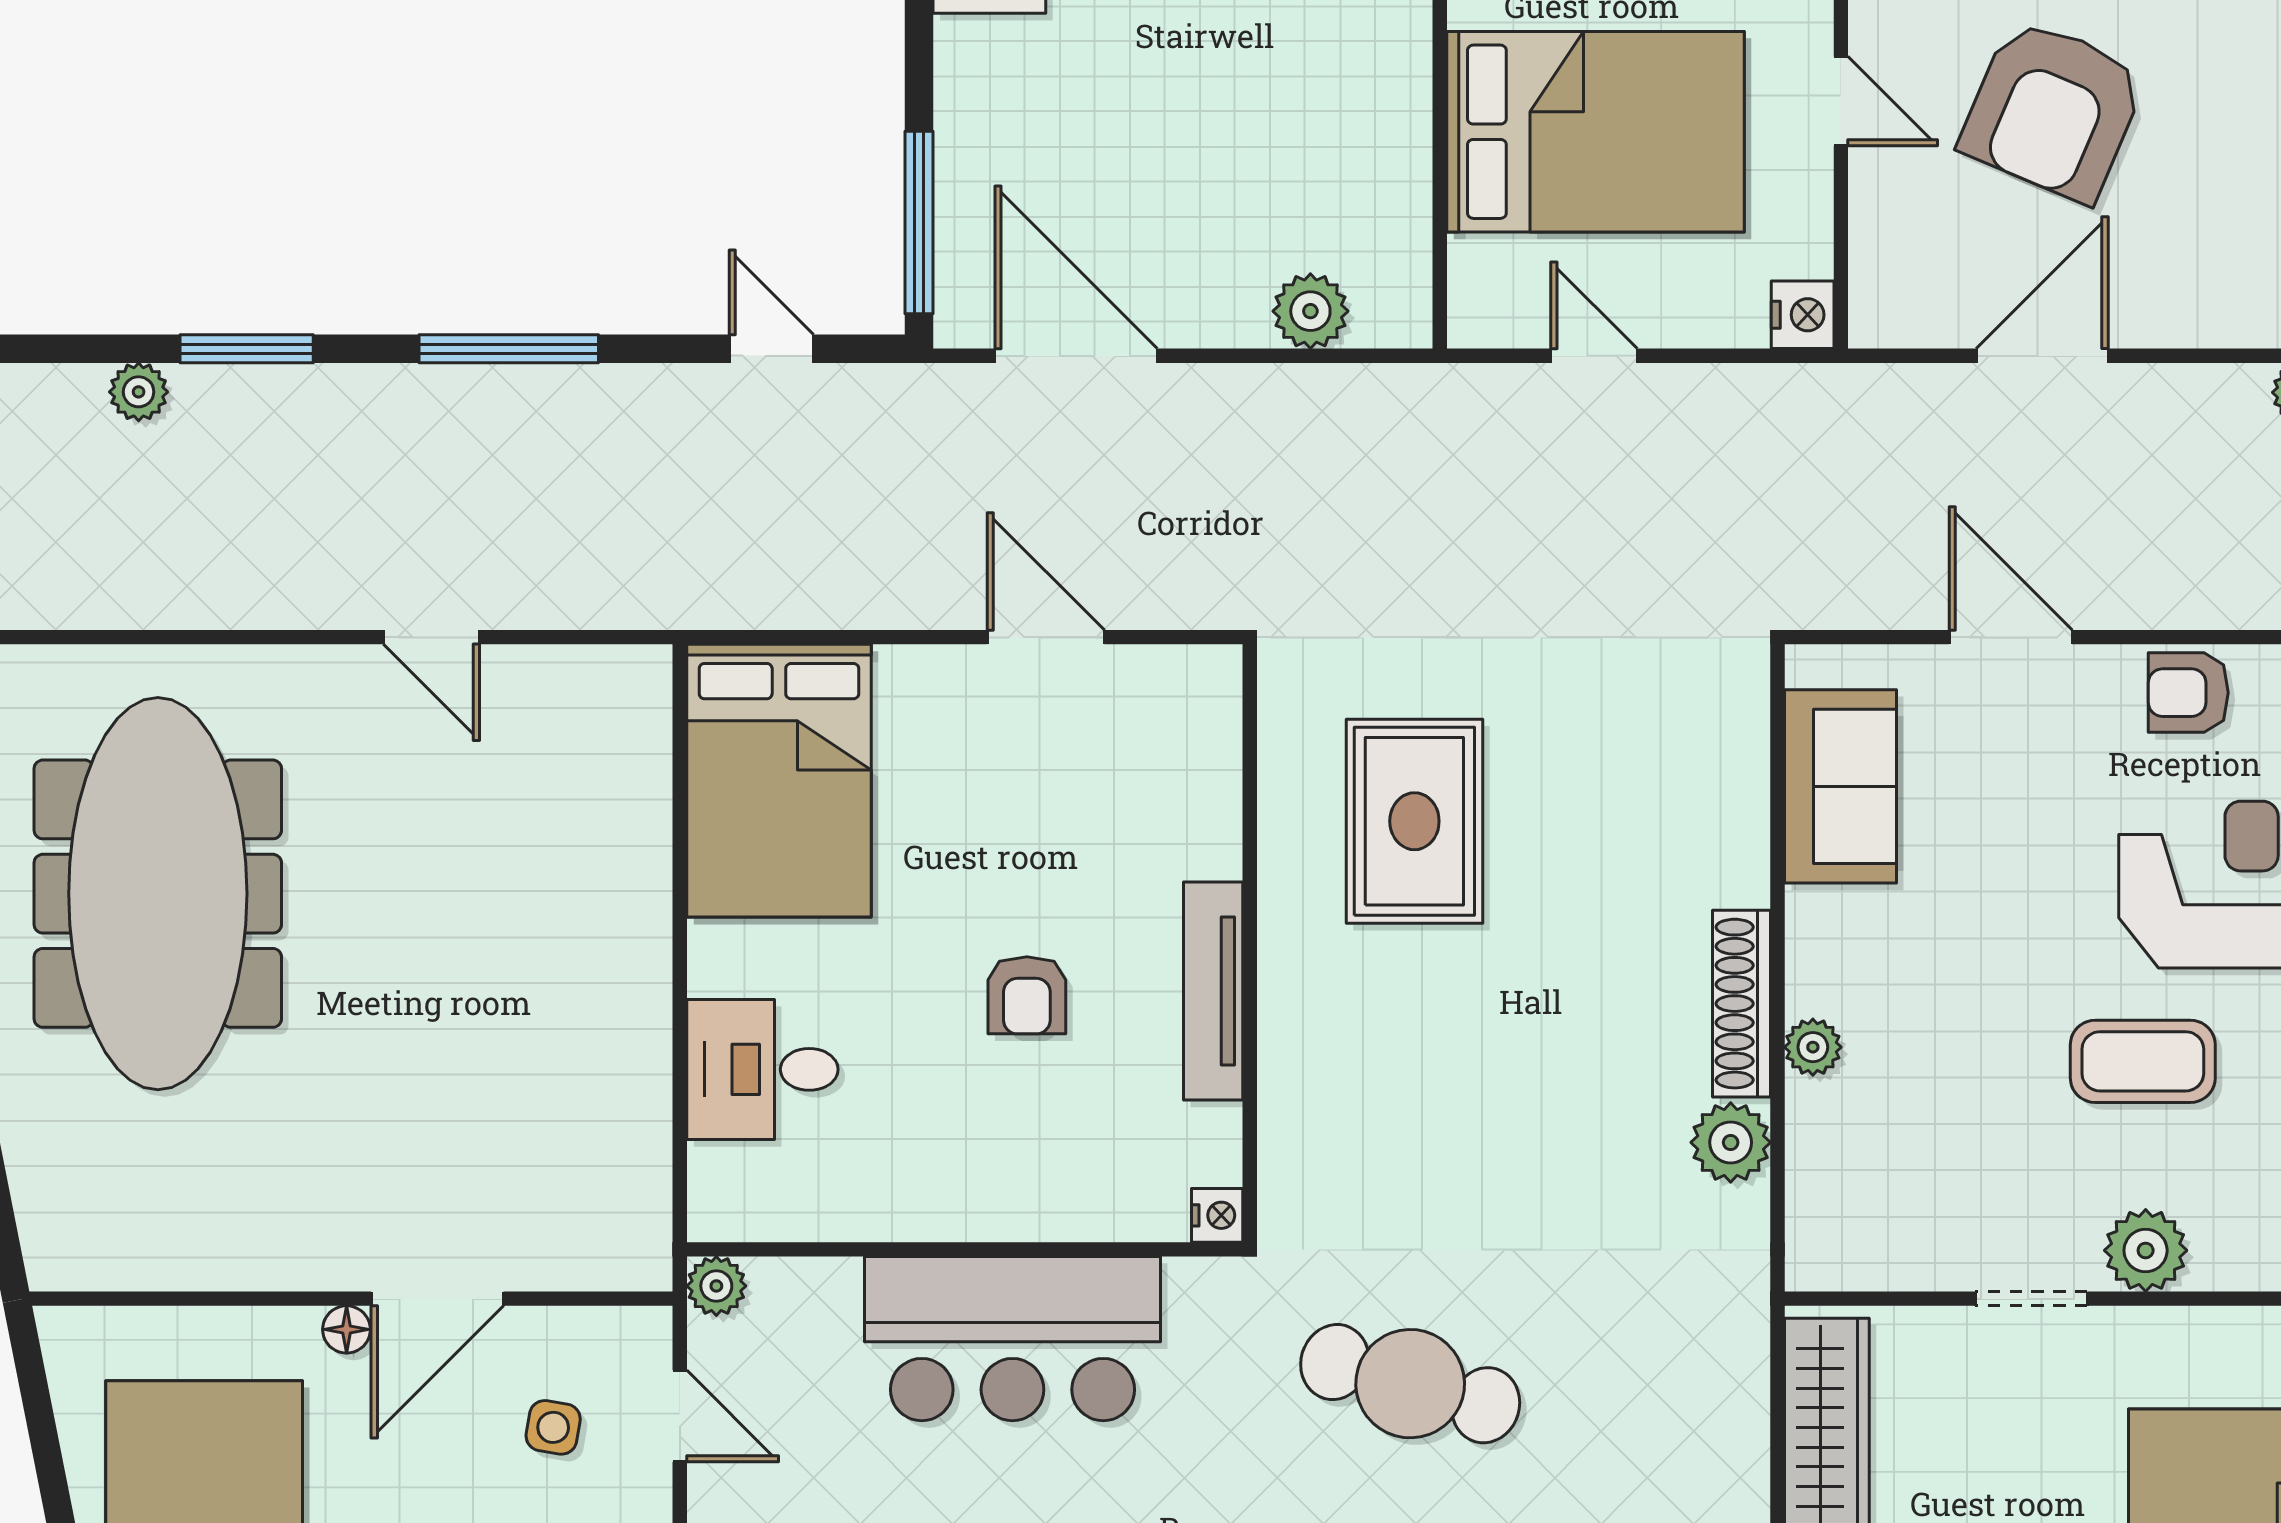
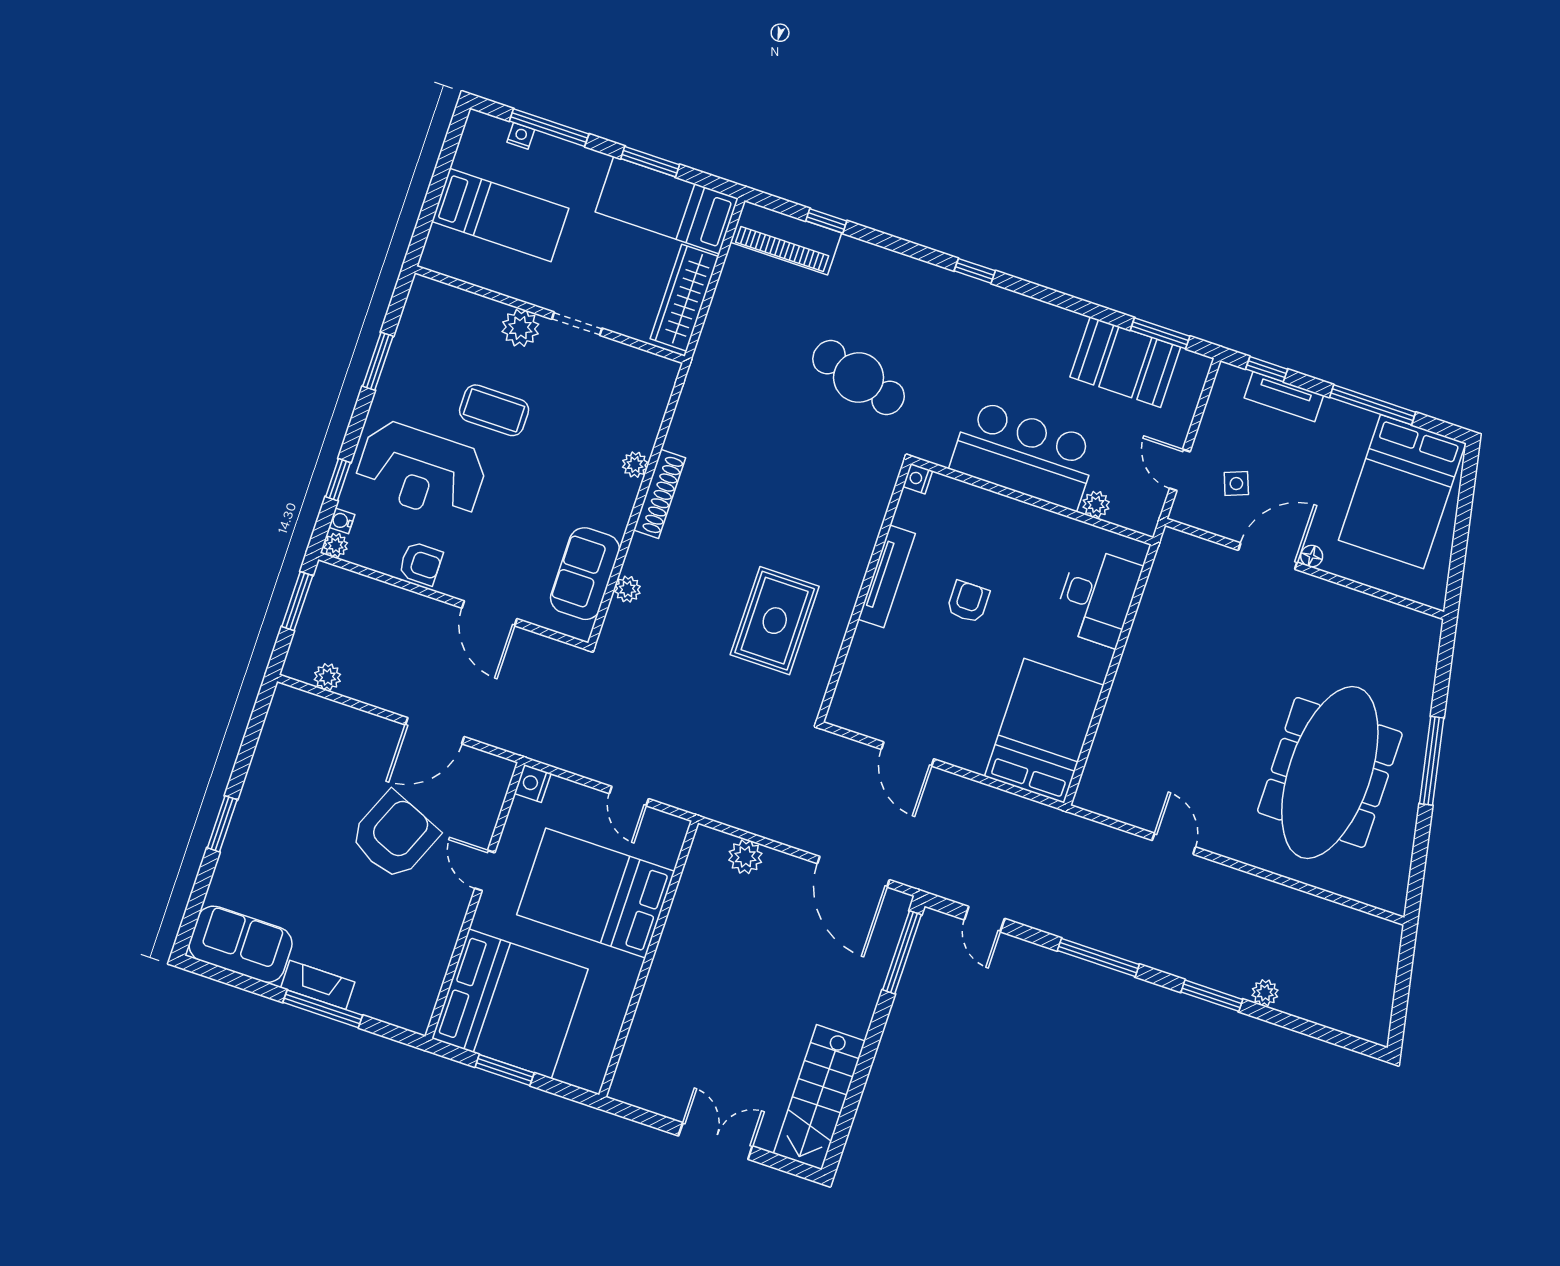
desk: (762, 1069) -> (1097, 597), width x1.37
plant: (1731, 1142) -> (627, 589), moved, width x0.73, depth x0.73
plant: (716, 1286) -> (1096, 505), moved
side table: (553, 1427) -> (1236, 484), turned -31

